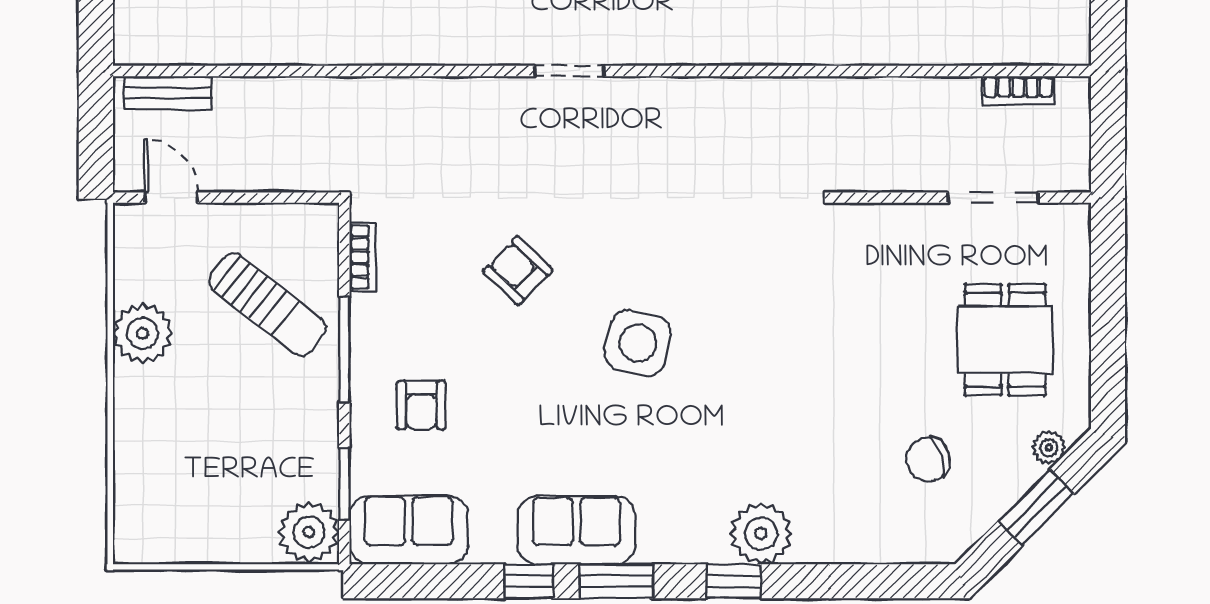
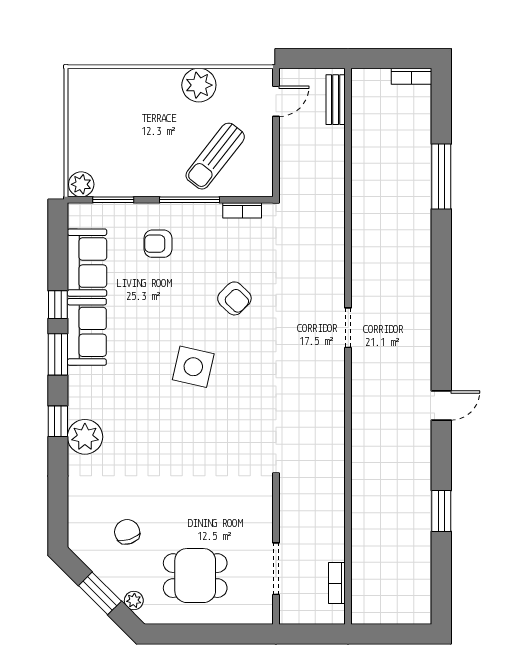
armchair: (518, 271) -> (234, 298), turned 90
sofa: (409, 530) -> (87, 263), moved
plant: (309, 532) -> (81, 184), width x0.73, depth x0.73

